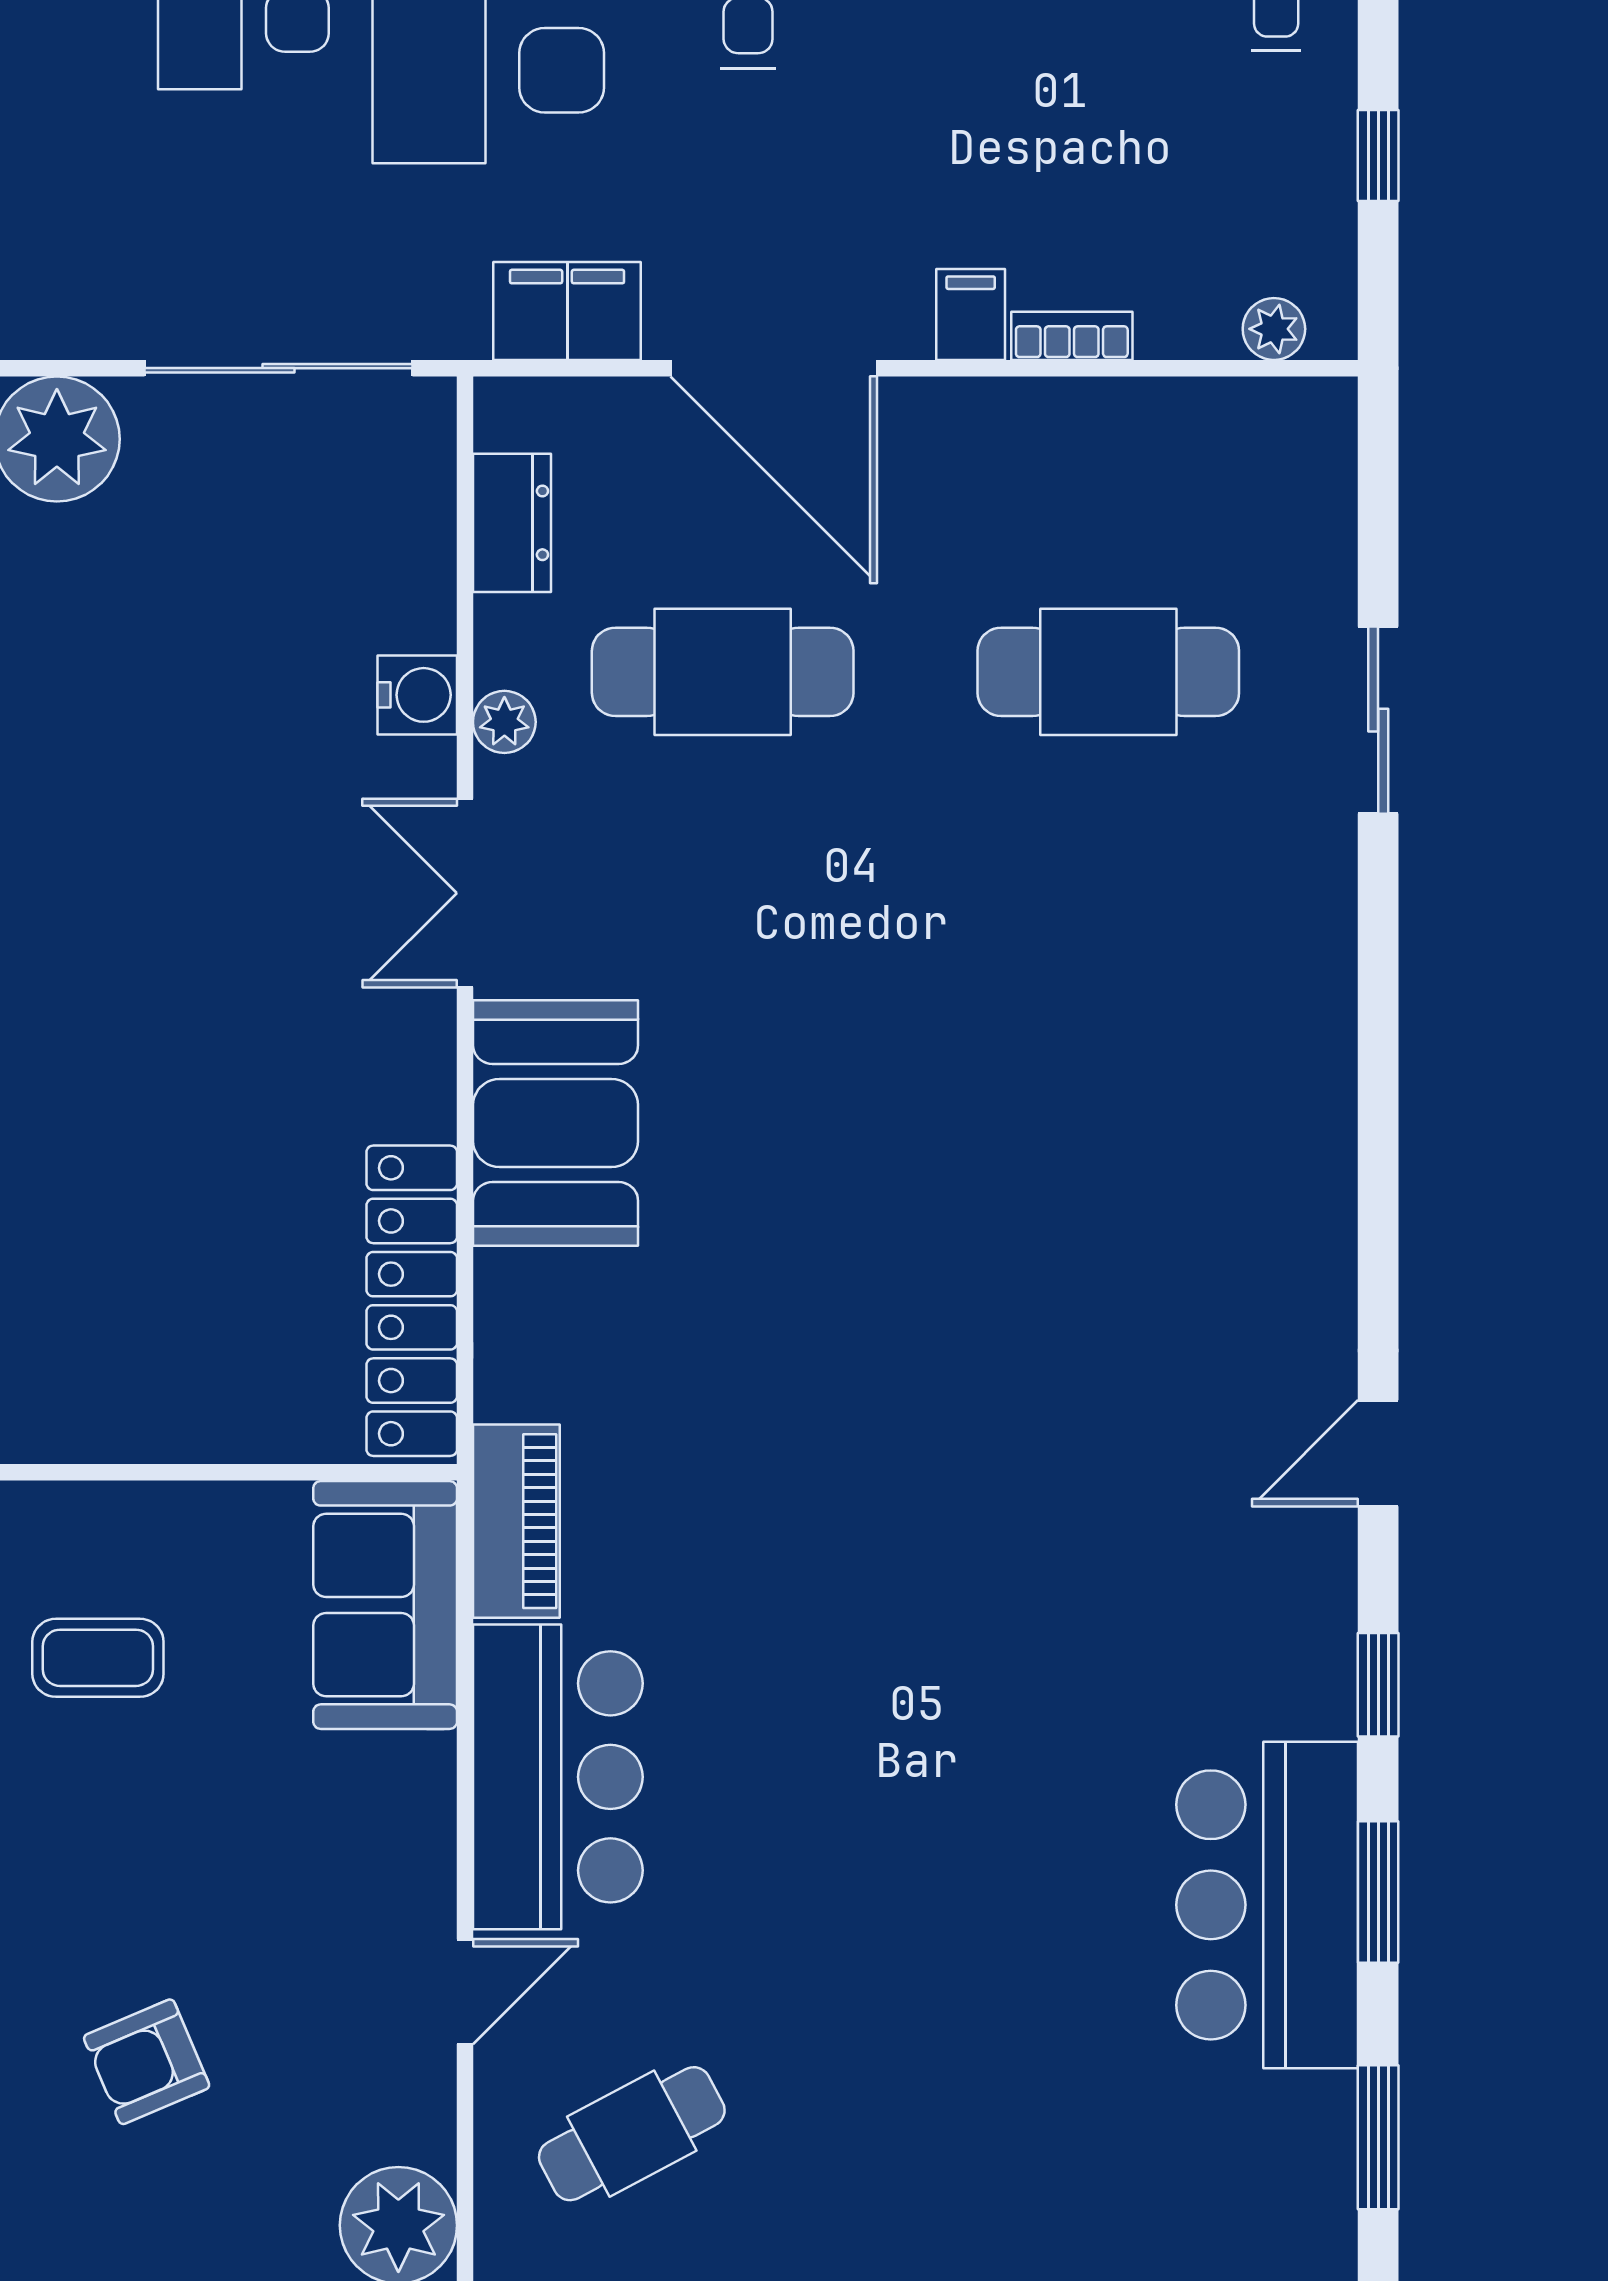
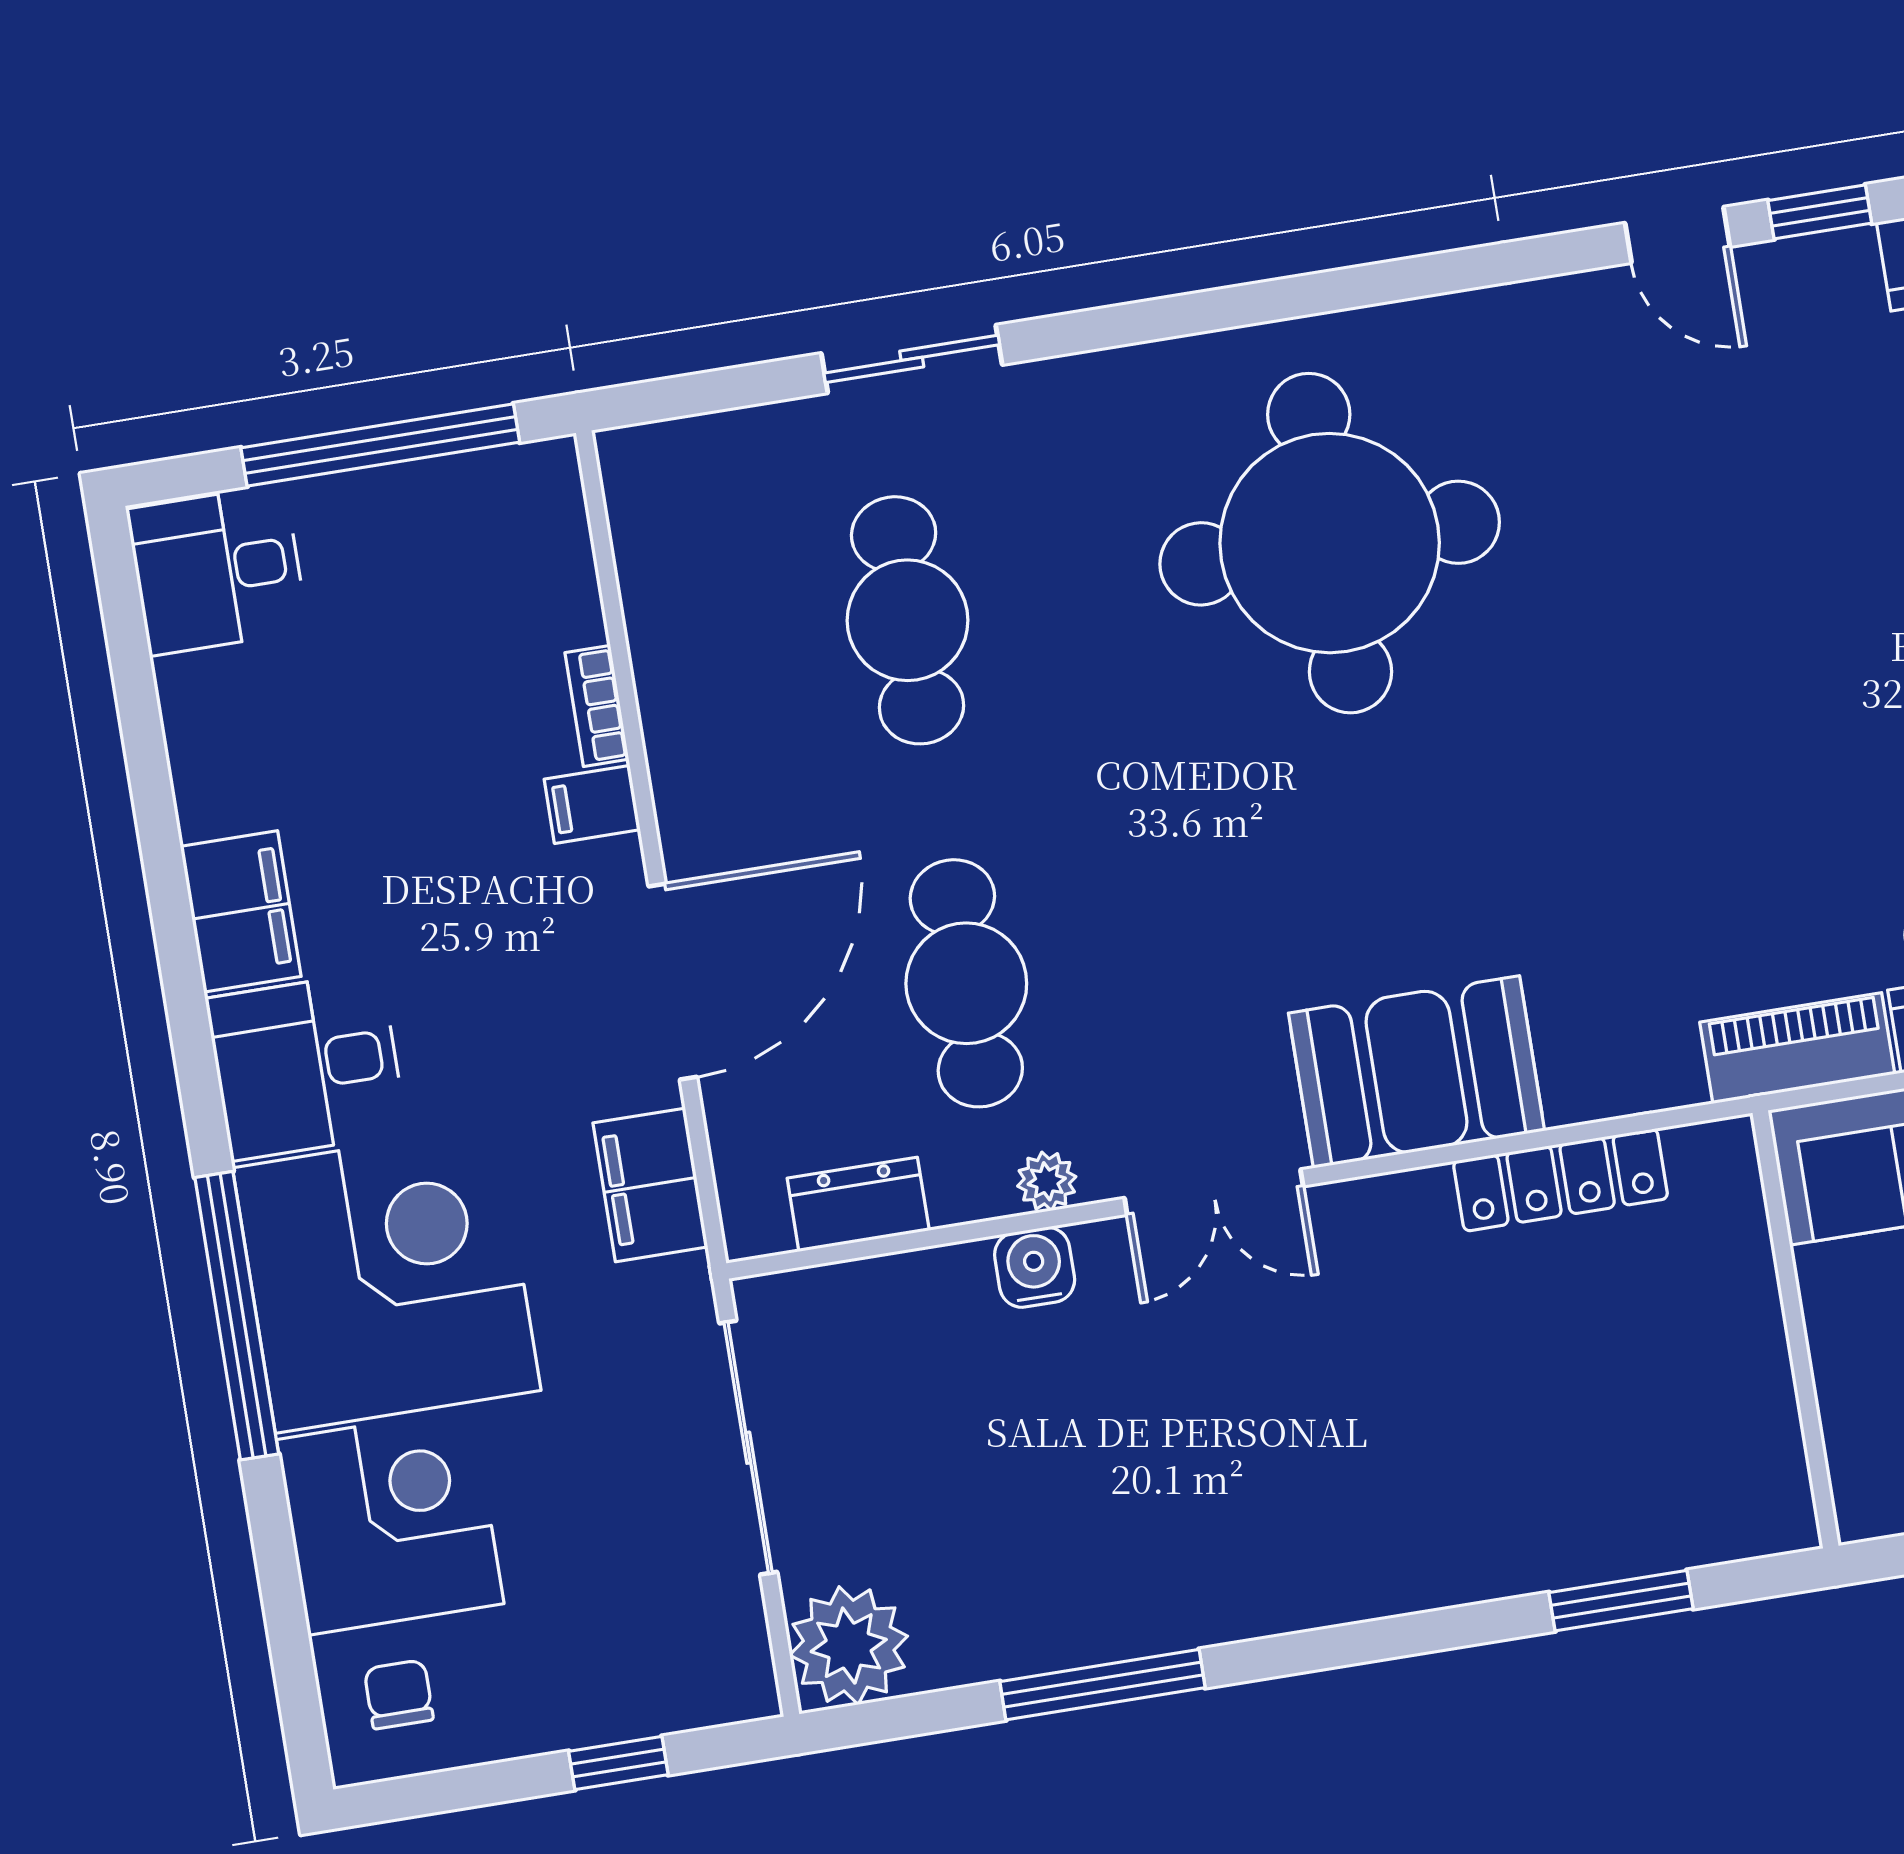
window: (1378, 156) -> (380, 445), width x3.17
plant: (1274, 329) -> (560, 517), removed
round table: (1118, 1122) -> (1330, 543), added
locker: (412, 1301) -> (1561, 1180), width x0.71, depth x0.83
door: (1378, 1453) -> (1677, 235), moved

